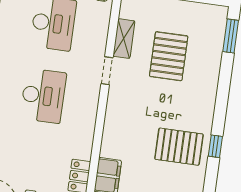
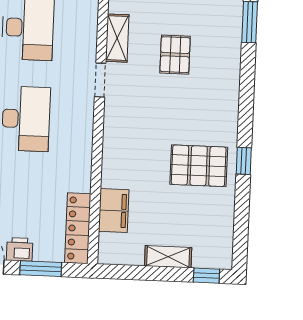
pallet: (169, 56) -> (175, 55), width x0.67, depth x0.71

